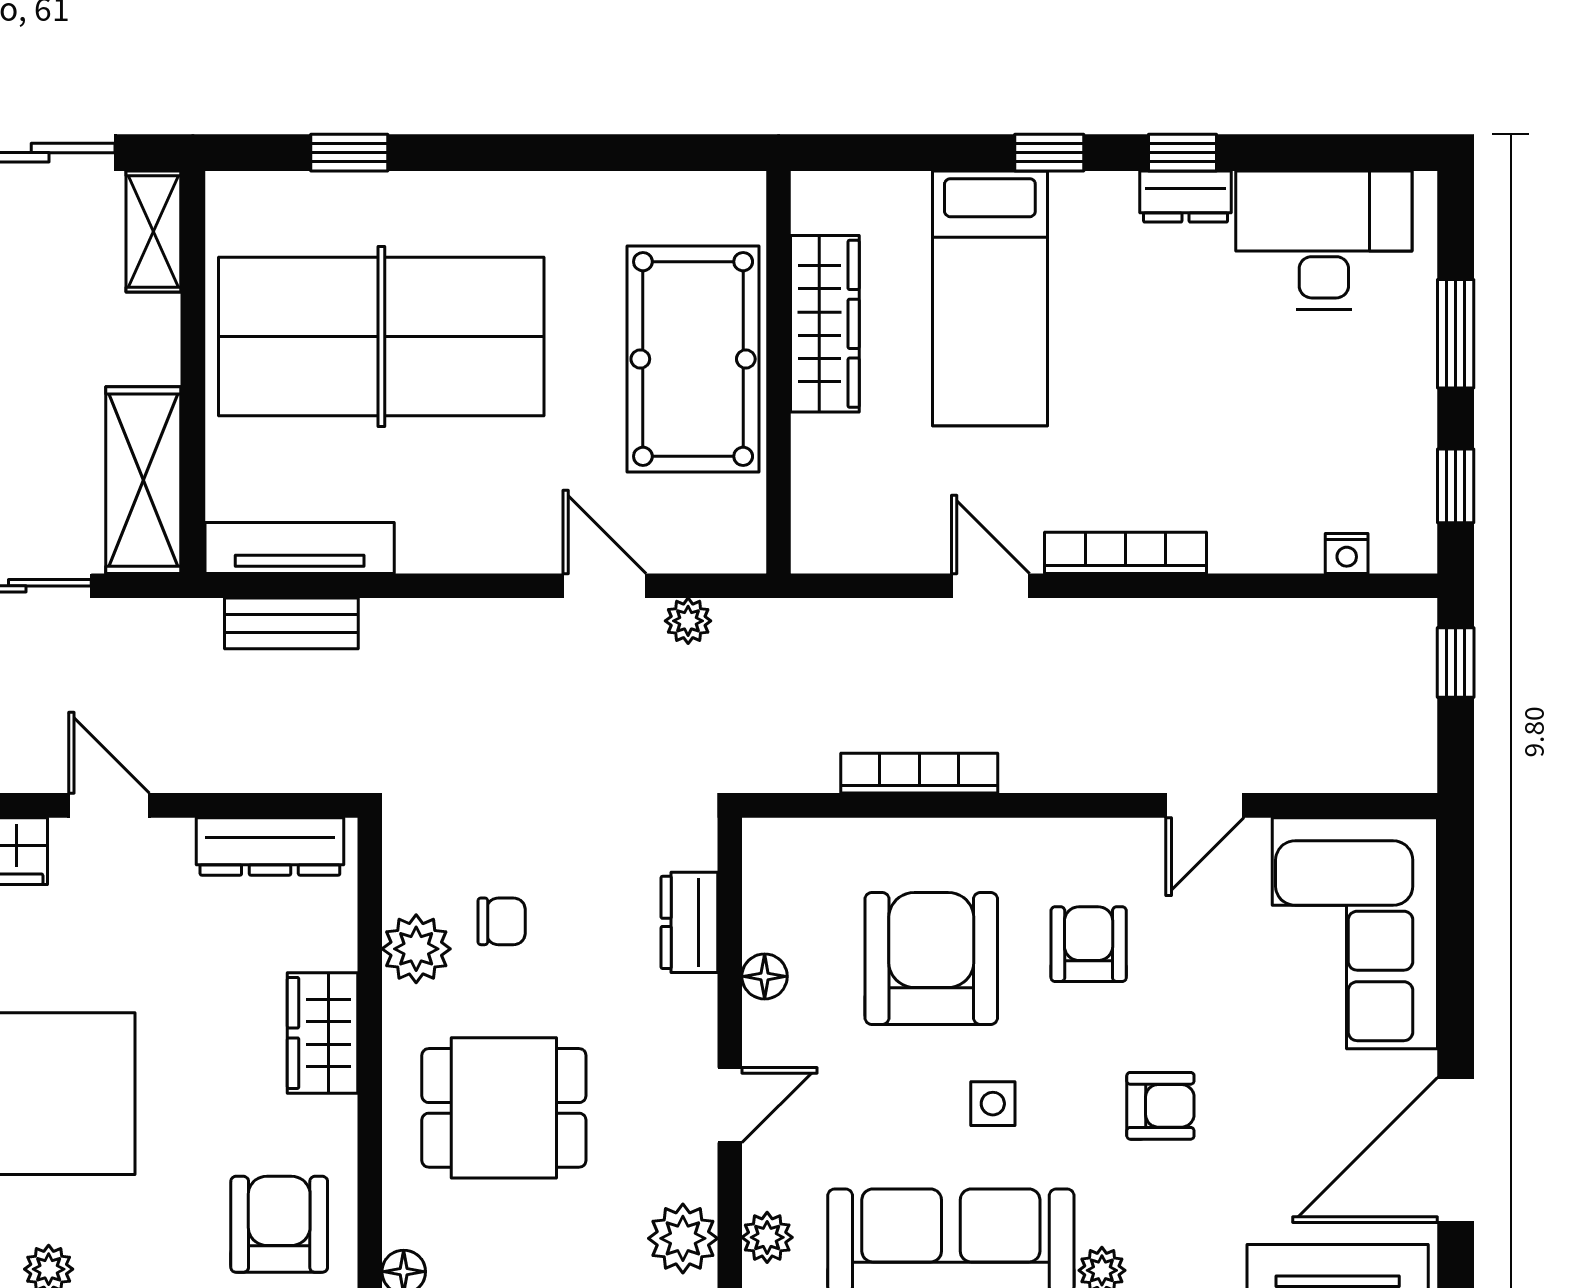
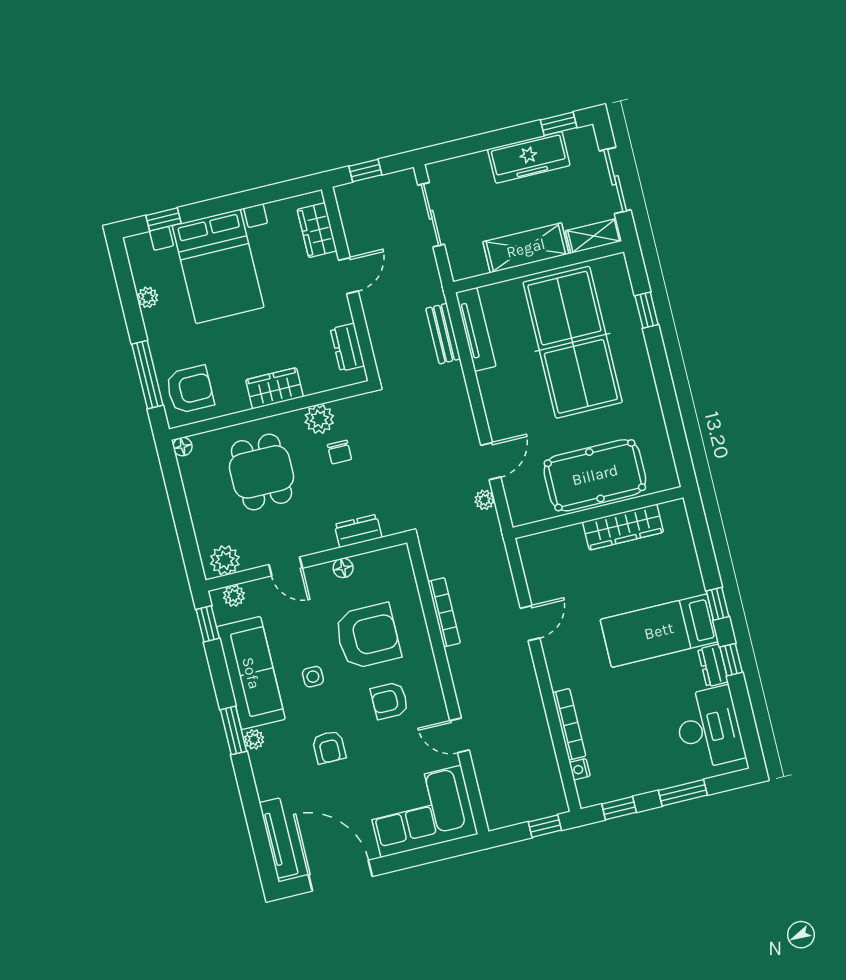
bed: (990, 298) -> (659, 631), moved
shelving: (143, 480) -> (526, 248), moved
bookcase: (1126, 553) -> (569, 724), moved
dresser: (270, 846) -> (347, 347), width x0.70
armchair: (1089, 944) -> (390, 701), turned 180

